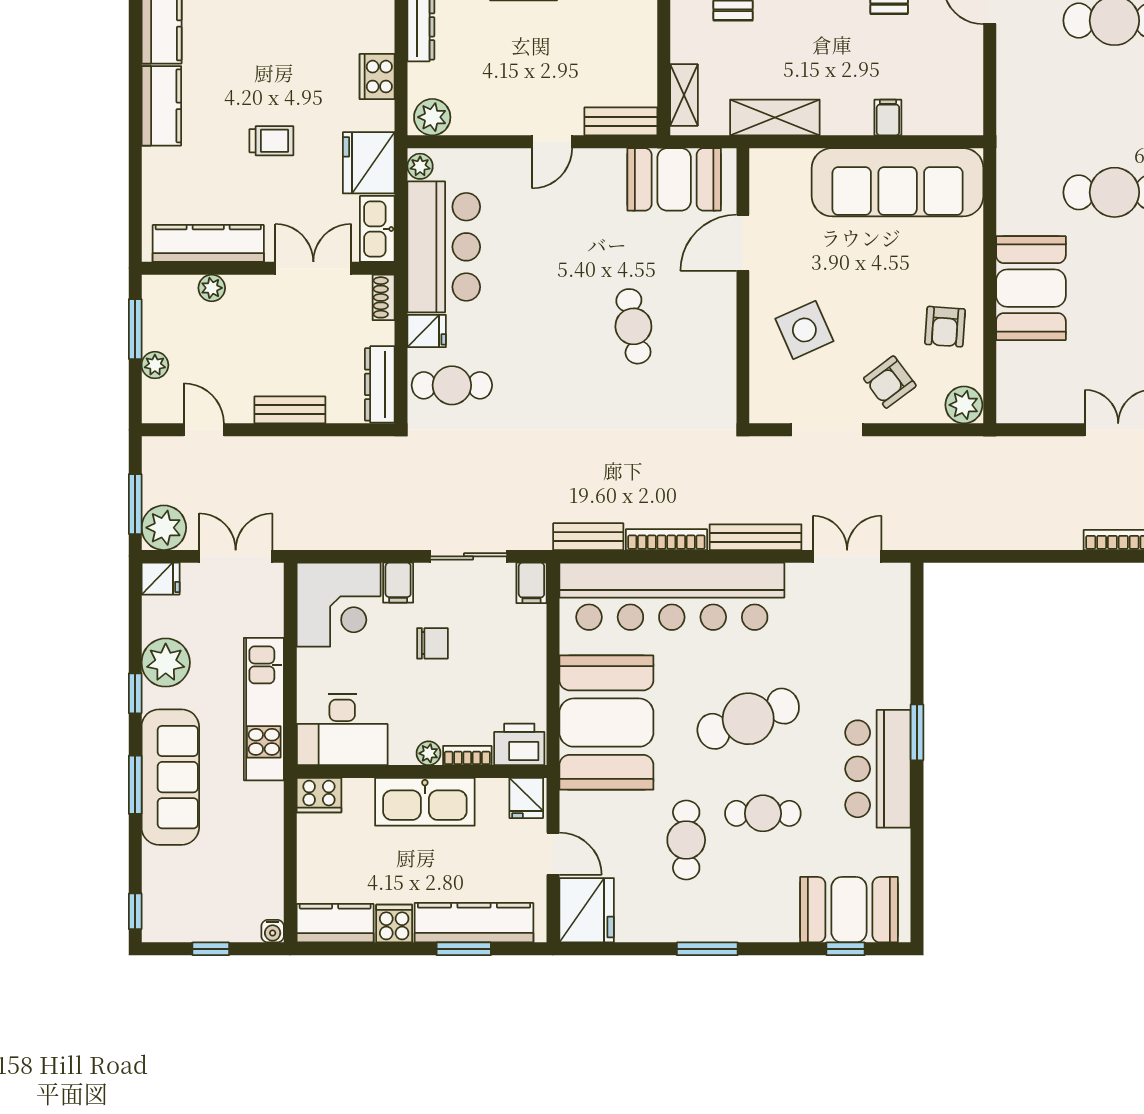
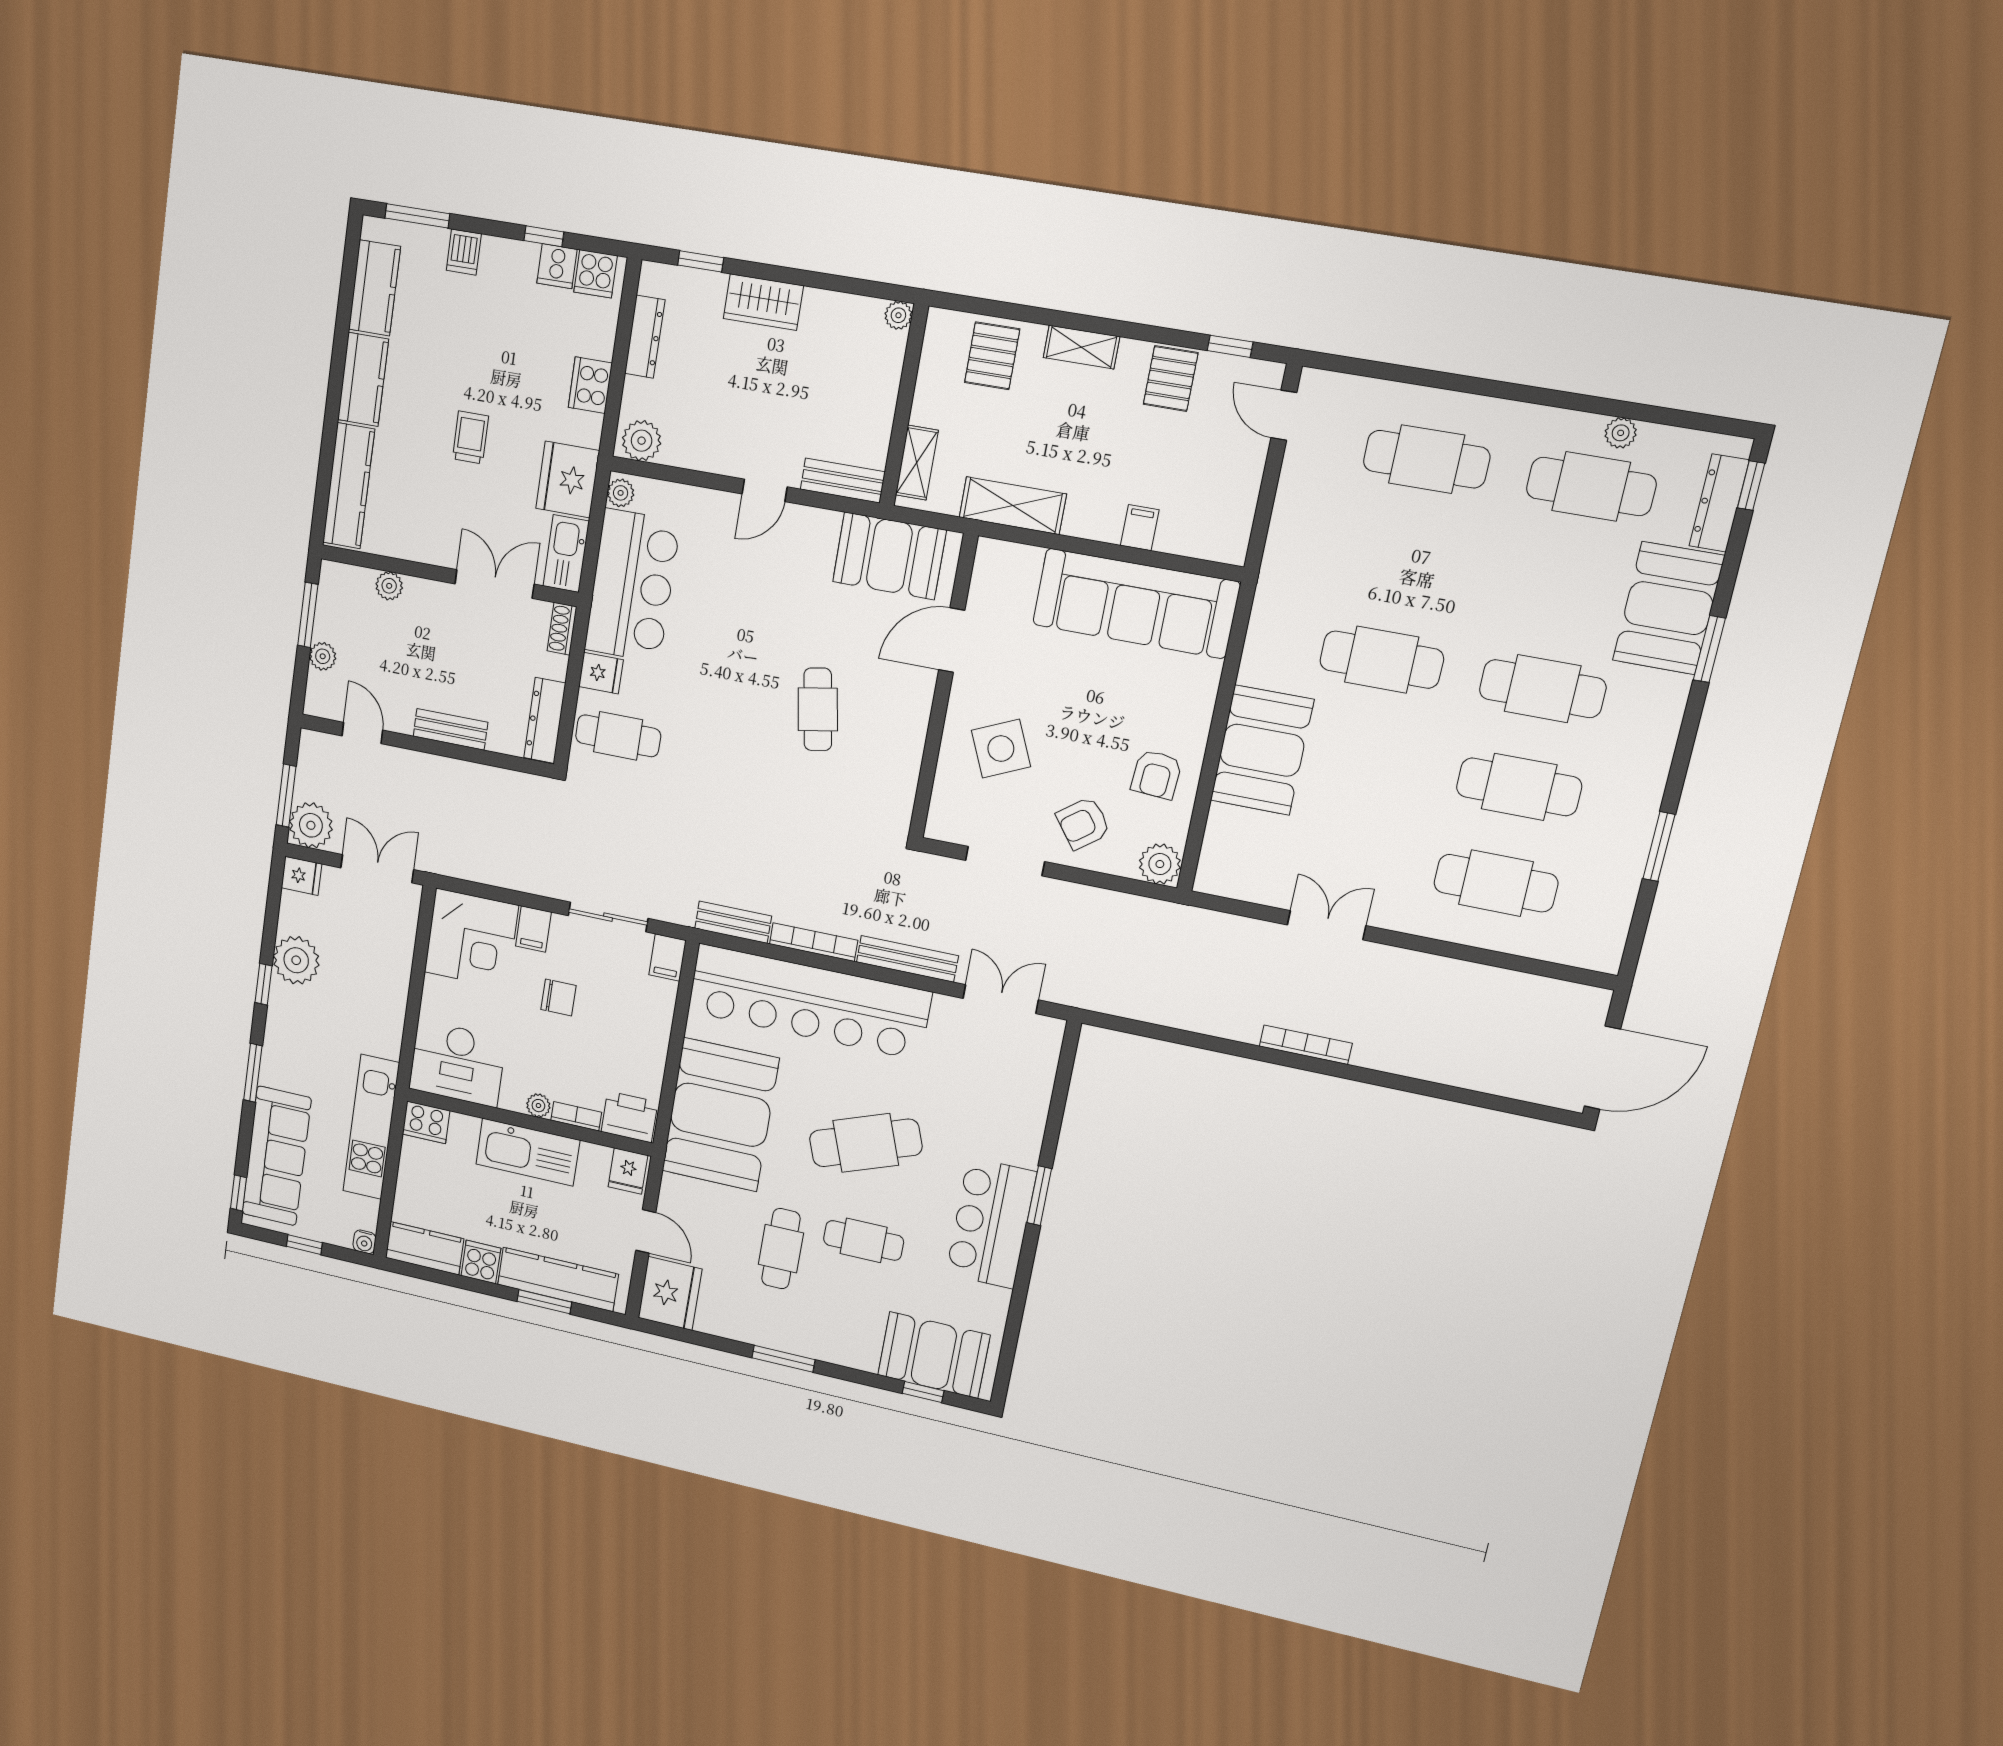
trolley: (271, 141) -> (470, 437), turned -90
kitchen counter: (208, 243) -> (349, 486), moved, turned 90
kitchen unit: (264, 709) -> (371, 1127), moved
sofa: (170, 777) -> (277, 1156), moved

